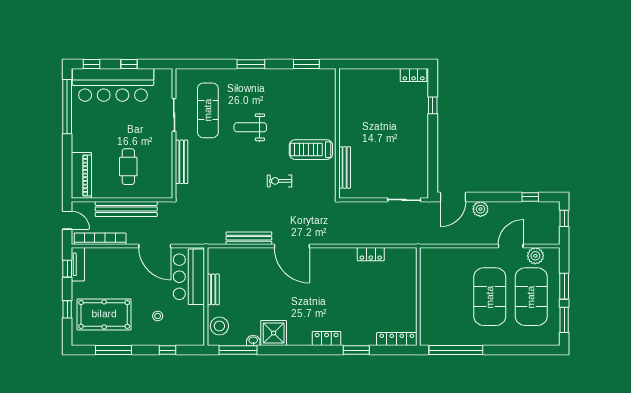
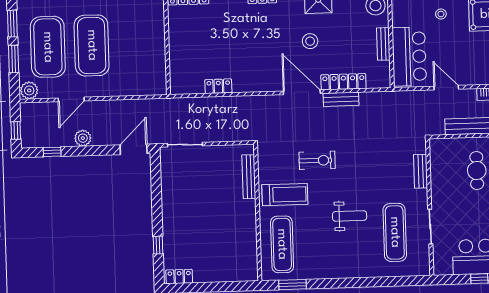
window: (251, 64) -> (351, 283), removed
exercise mat: (315, 102) -> (282, 244), added
bench: (182, 162) -> (421, 171), width x0.73
exercise bike: (279, 181) -> (317, 160), width x1.38, depth x1.39
plant: (480, 209) -> (83, 138), moved
bench: (249, 238) -> (341, 99), width x0.73
door: (155, 246) -> (446, 88), width x0.73
locker: (252, 255) -> (343, 82), added
plant: (535, 256) -> (29, 90), moved
stool: (282, 294) -> (310, 41), added

